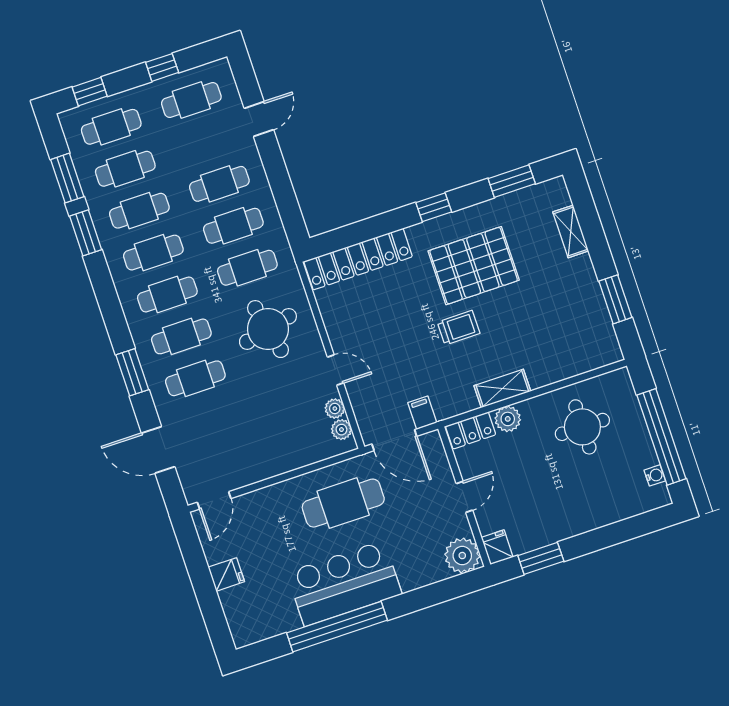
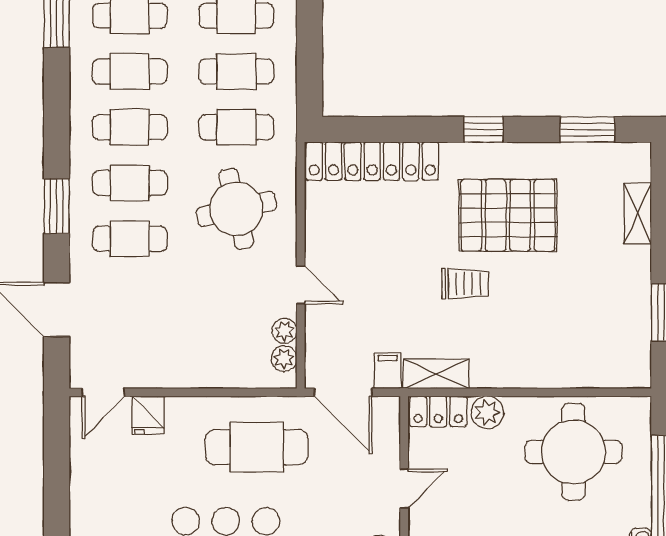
shelving: (502, 388) -> (436, 374), moved
round table: (582, 427) -> (573, 452), width x1.36, depth x1.36
fridge: (226, 574) -> (148, 415), moved, turned 90

